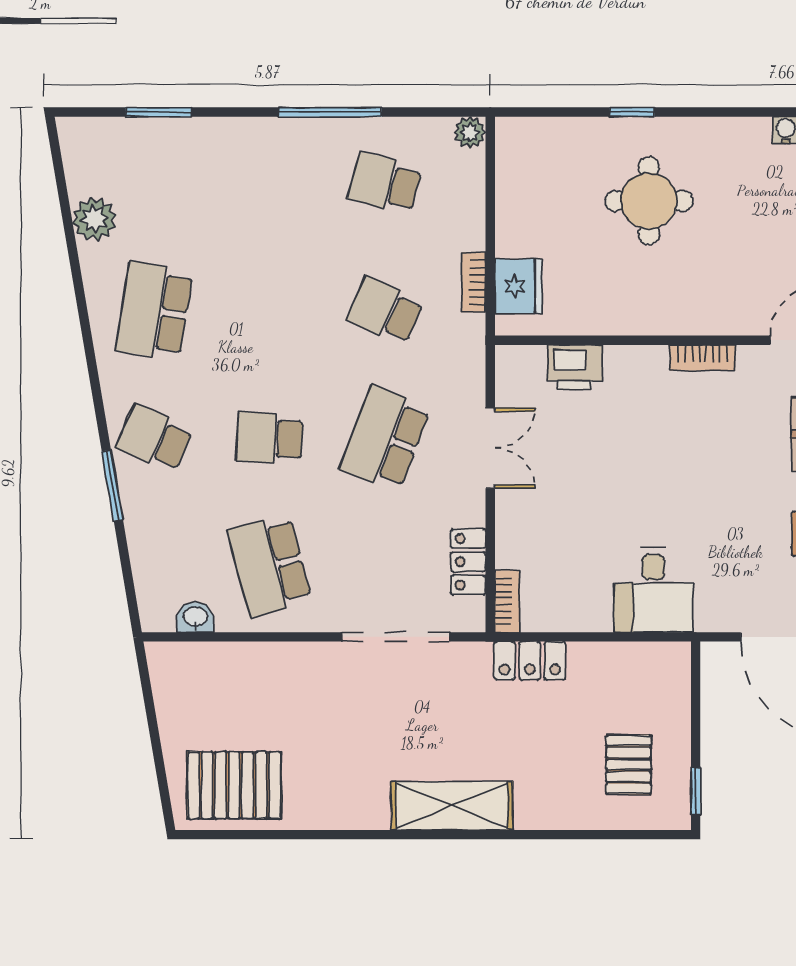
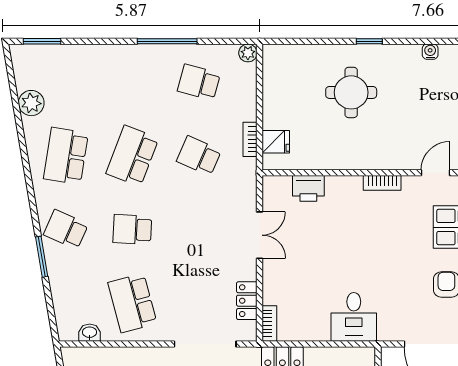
window: (159, 112) -> (42, 41), moved
window: (632, 112) -> (369, 41), moved
fridge: (518, 286) -> (276, 142), width x0.72
school desk: (385, 438) -> (132, 156), moved

